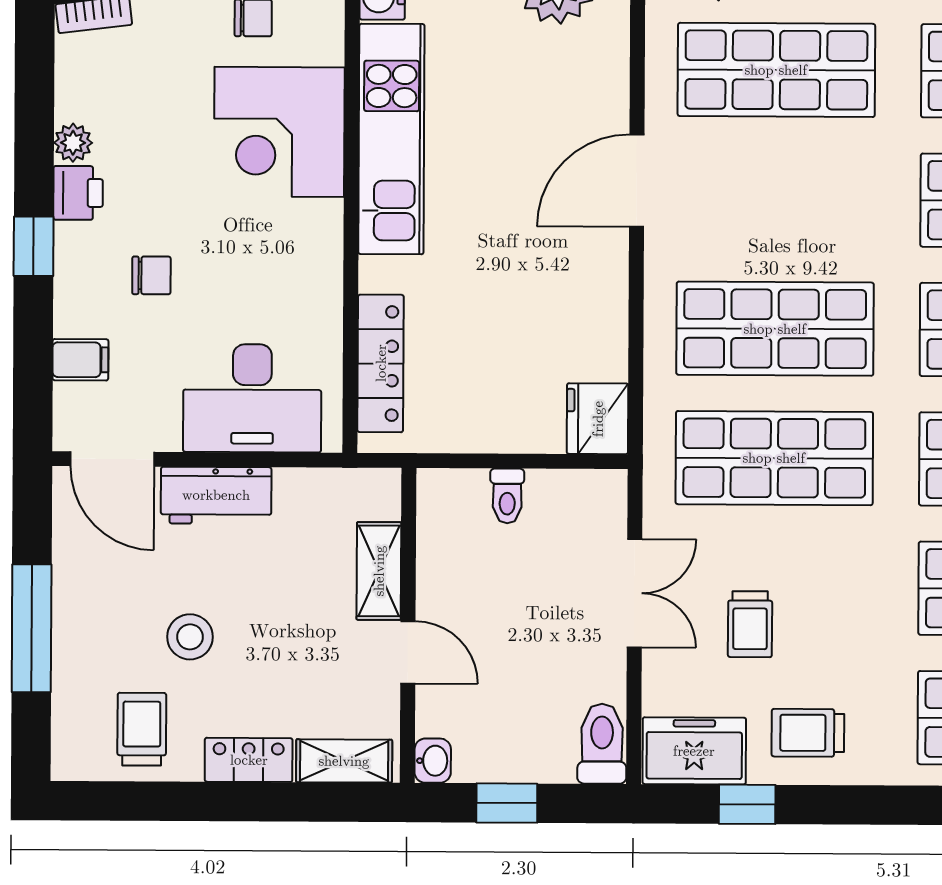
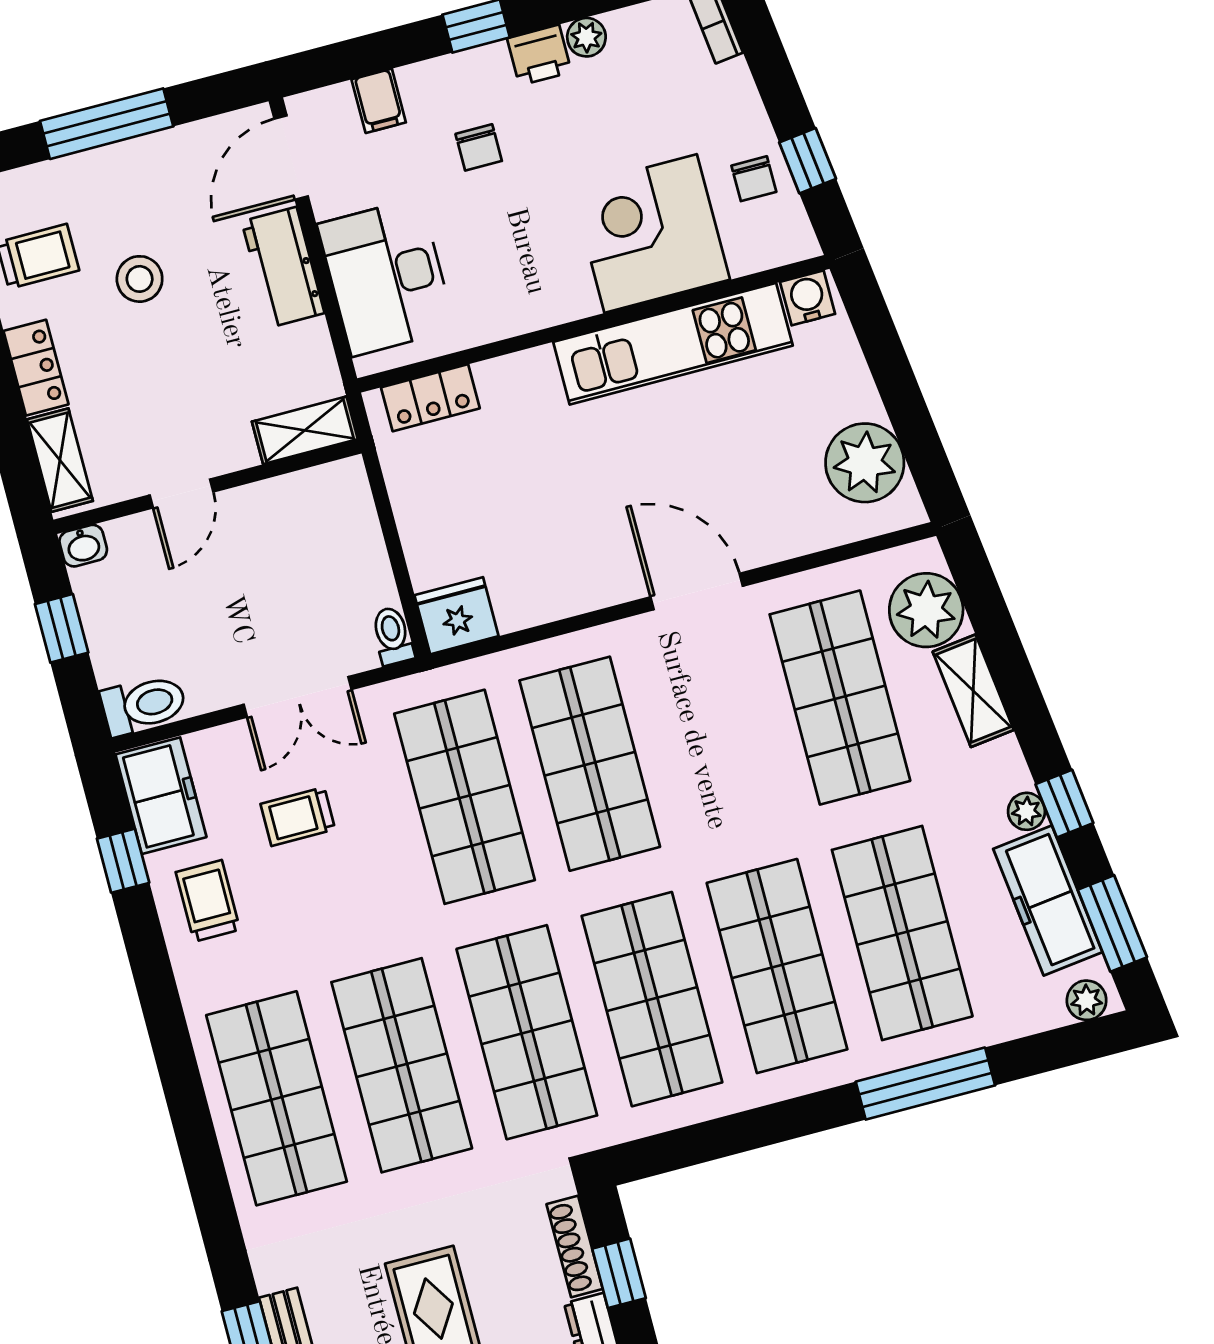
locker: (381, 363) -> (430, 398), width x0.66
toilet: (507, 496) -> (392, 636), moved, turned 90
shelving: (379, 571) -> (305, 430), moved

